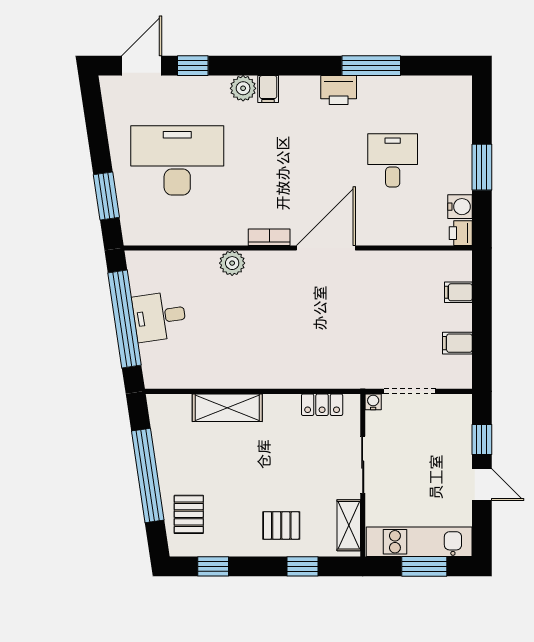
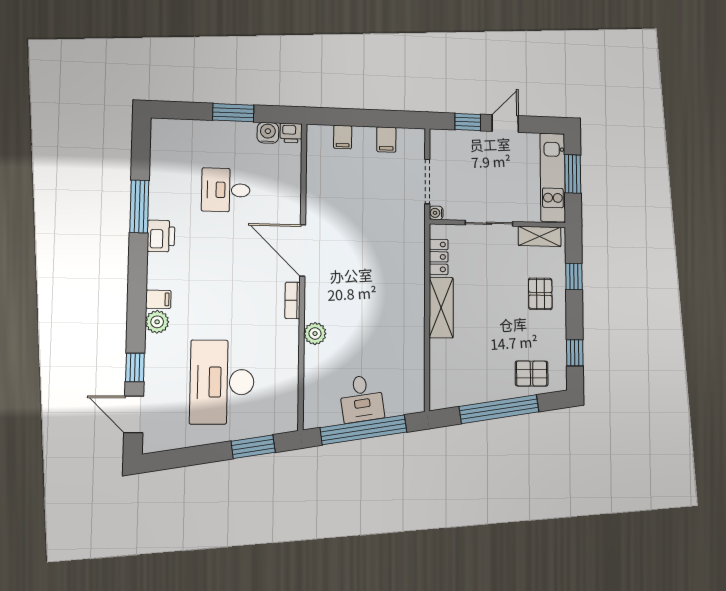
shelving: (227, 408) -> (441, 308), moved

